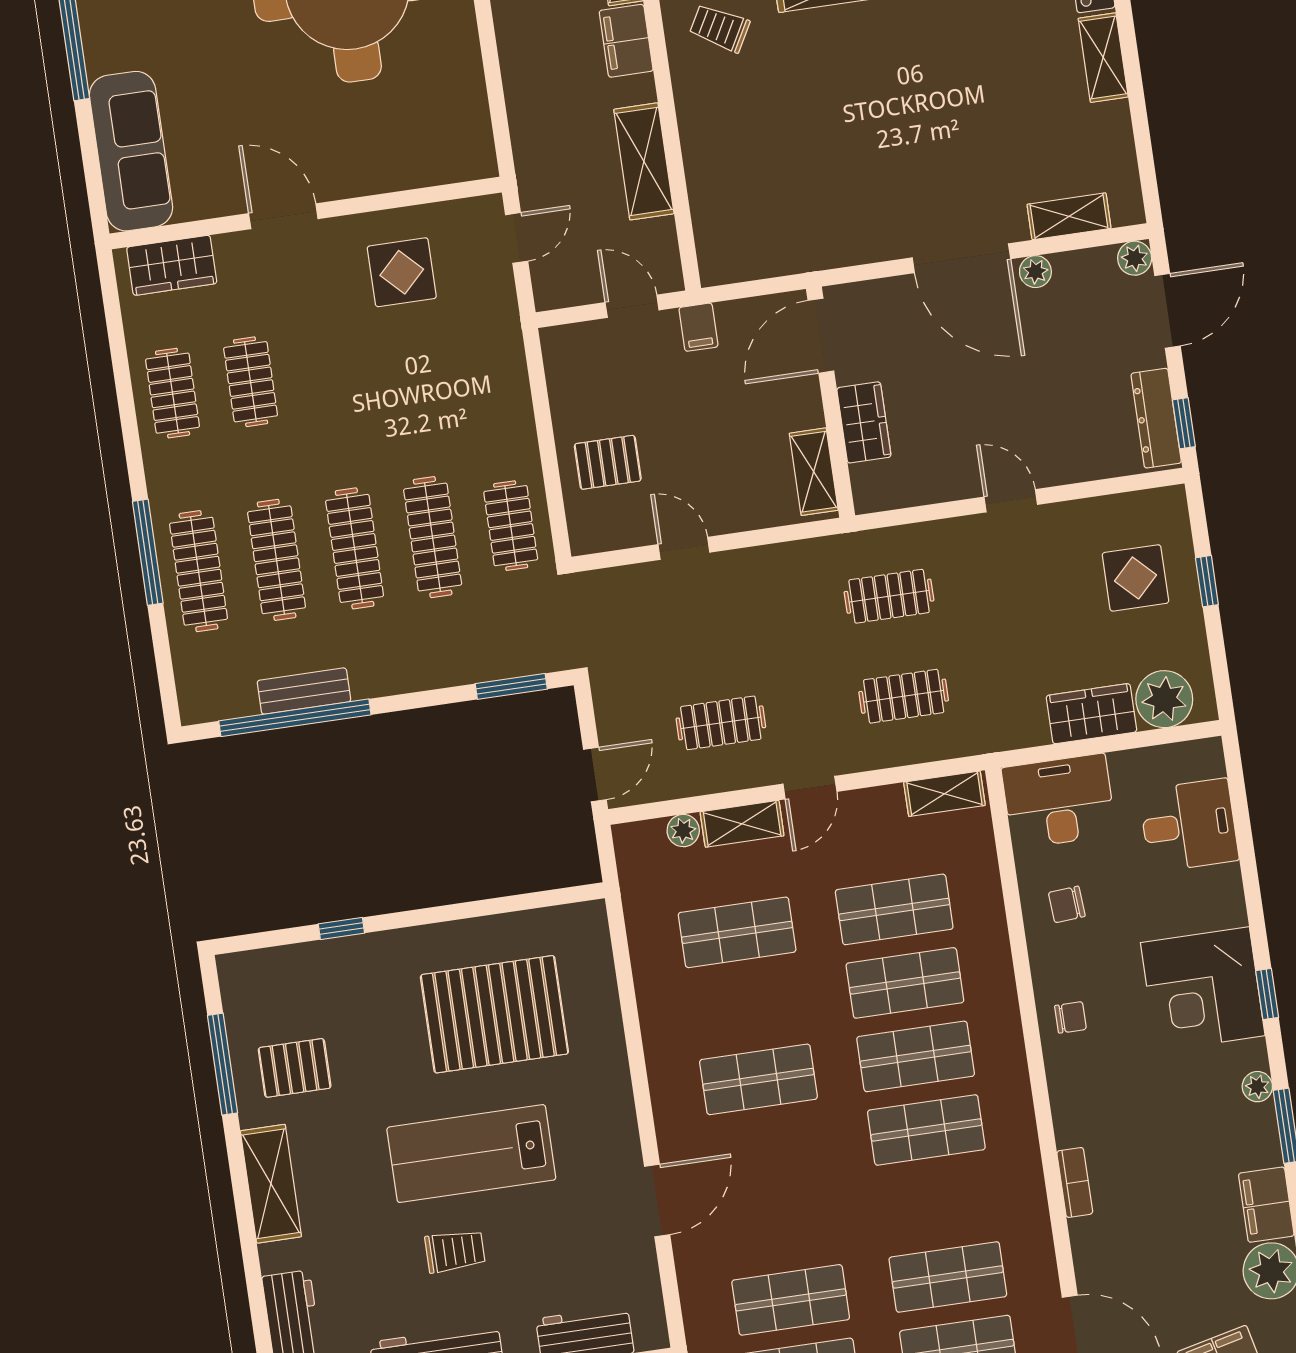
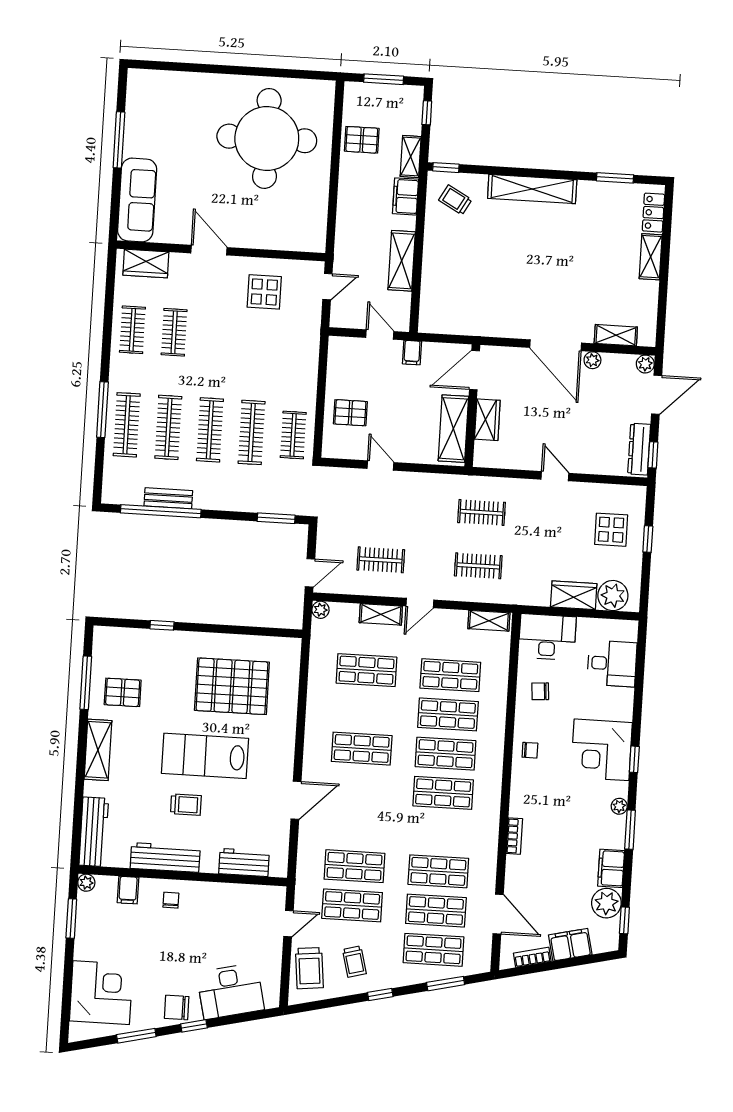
shelving: (814, 472) -> (453, 429), width x1.50, depth x1.33
plant: (683, 831) -> (320, 610), moved

